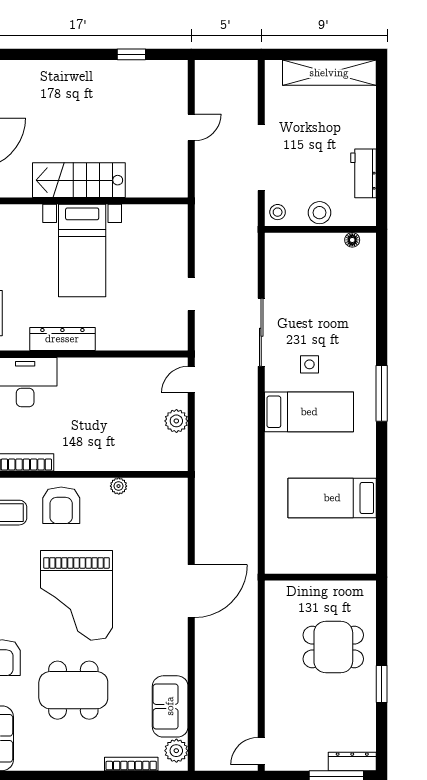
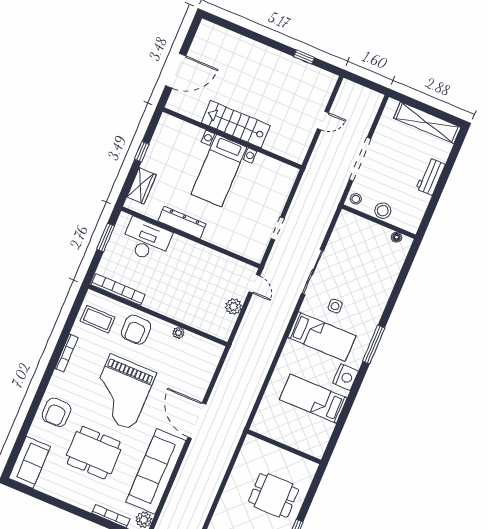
workbench: (363, 173) -> (431, 177), moved
door: (191, 380) -> (254, 284), swing flipped
nightstand: (362, 452) -> (345, 377), added
door: (191, 591) -> (197, 421), swing flipped
sofa: (170, 706) -> (156, 471), width x1.85, depth x1.27

